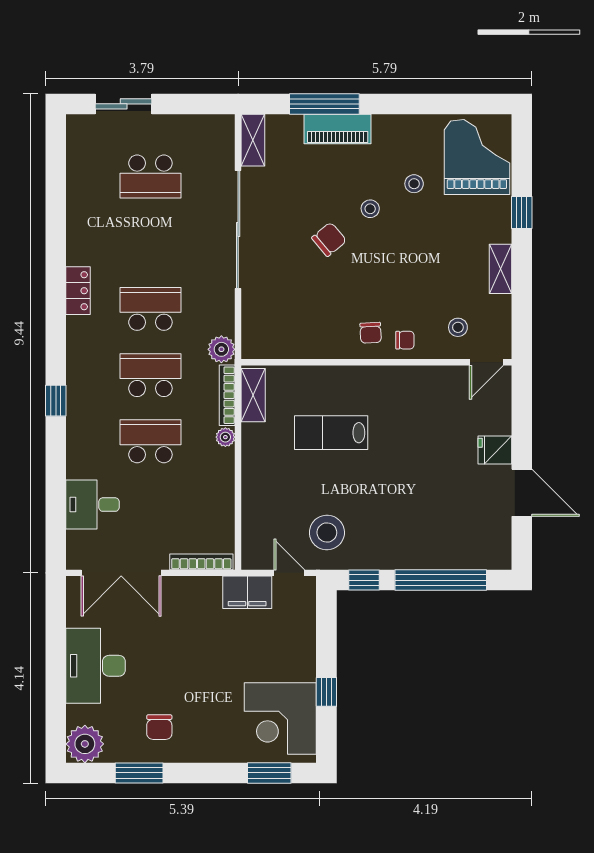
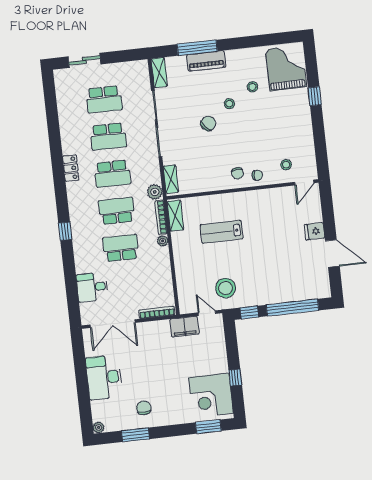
school desk: (150, 243) -> (108, 137), added
shelving: (501, 269) -> (171, 179), moved
school desk: (150, 309) -> (112, 174), turned 180
chair: (159, 727) -> (144, 408), turned 180
plant: (85, 744) -> (99, 427), width x0.53, depth x0.53

